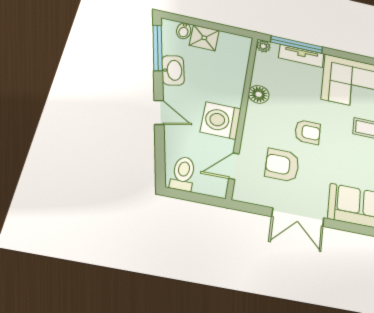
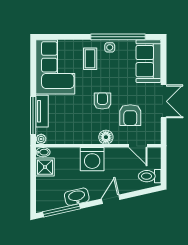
bidet: (184, 31) -> (43, 152), moved
shower: (204, 38) -> (45, 167), moved
floor lamp: (259, 94) -> (106, 137), moved
washing machine: (221, 120) -> (92, 159), moved

